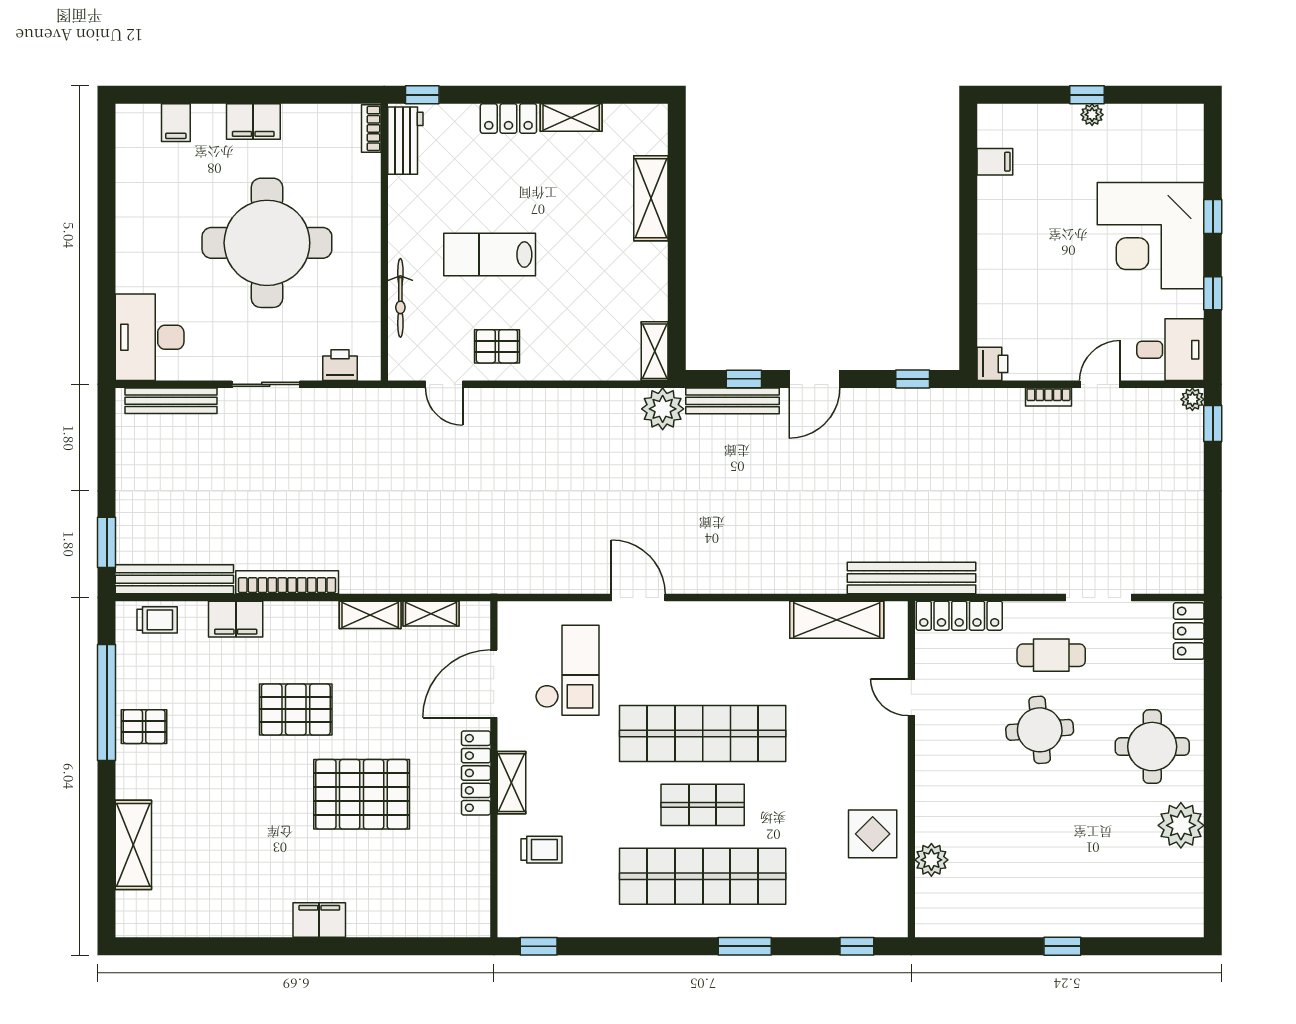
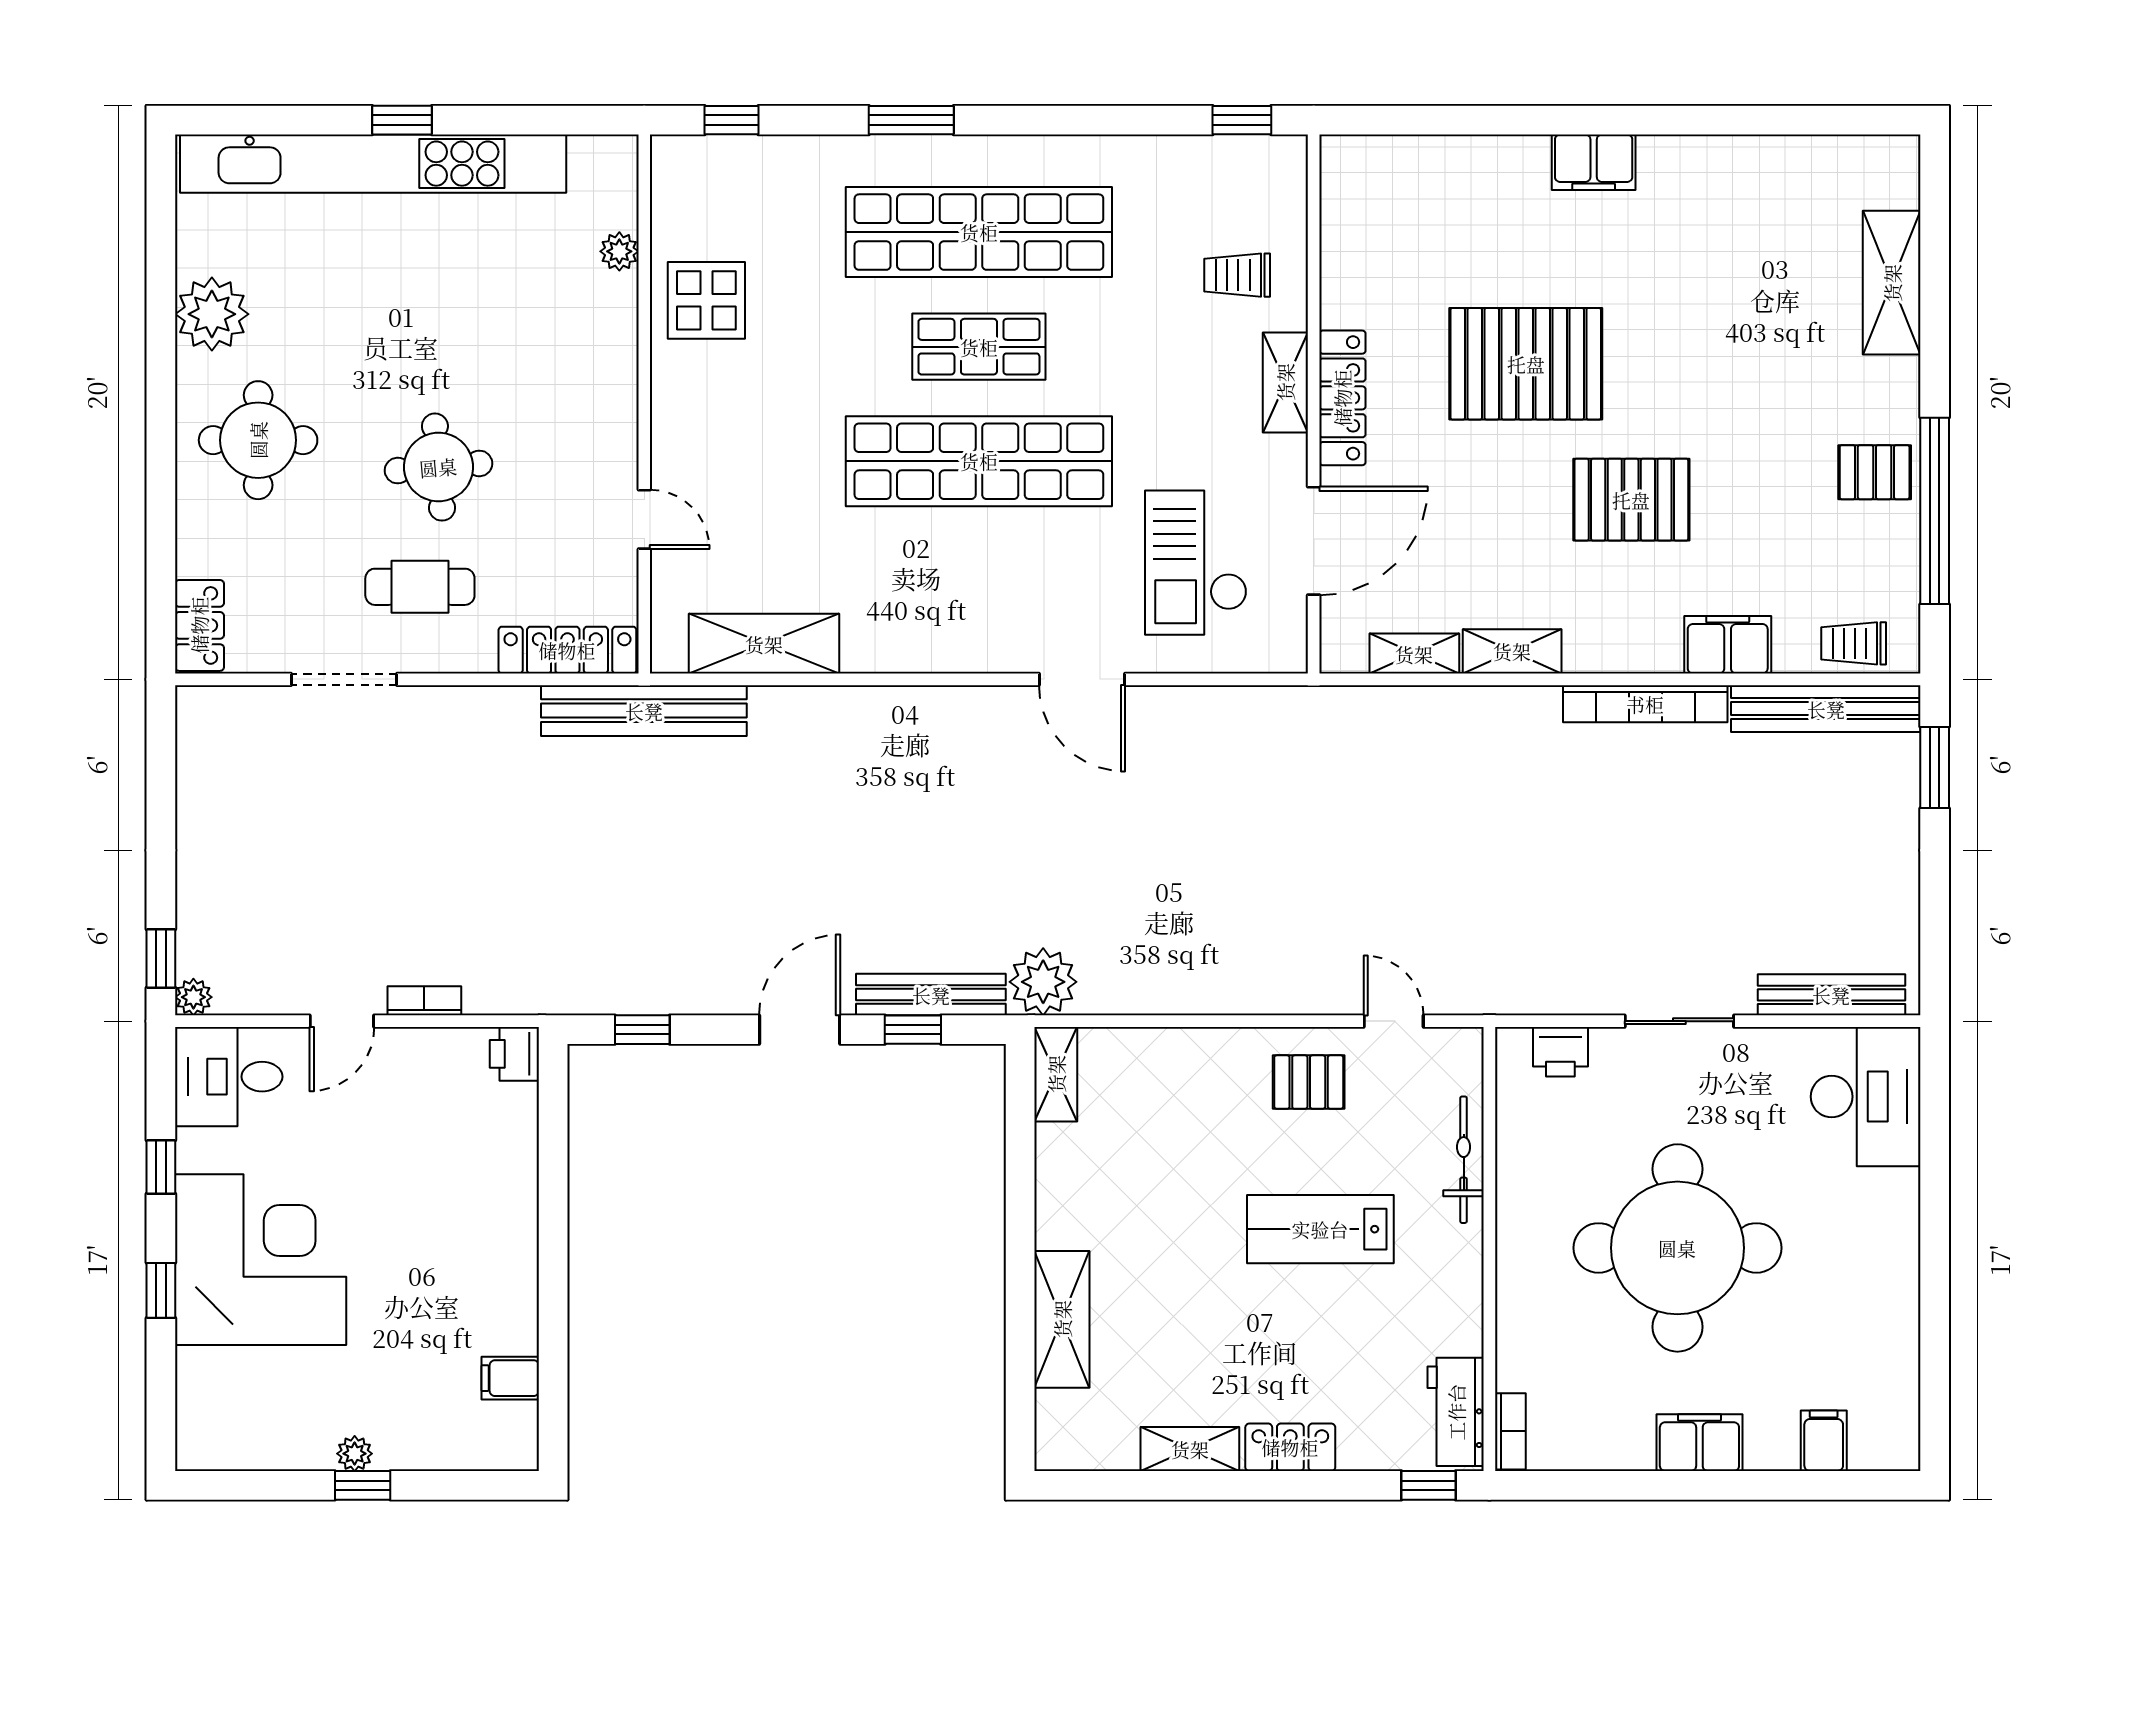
lab bench: (490, 255) -> (1320, 1229), turned 180
plant: (931, 860) -> (619, 251), width x0.73, depth x0.73
kitchen unit: (1080, 919) -> (373, 164), added

